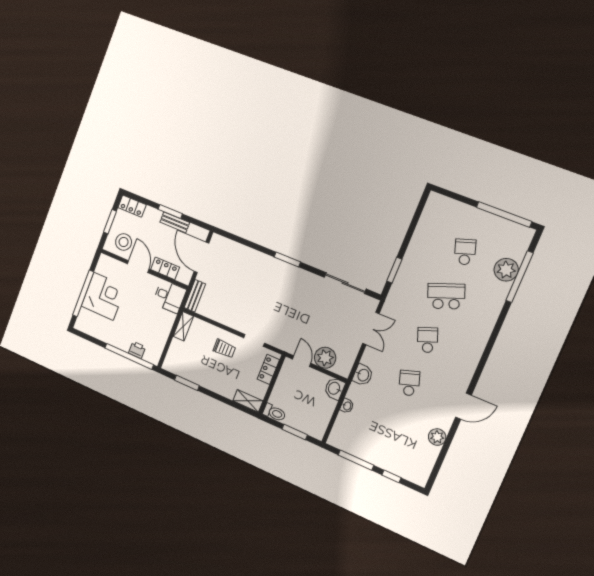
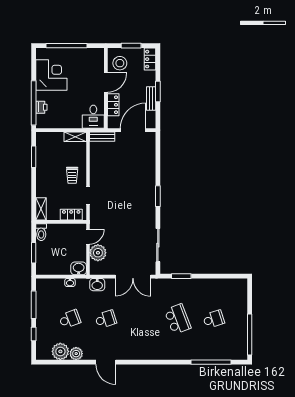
plant: (506, 270) -> (60, 351), moved
corner desk: (104, 296) -> (51, 75), moved, turned -90
double door: (371, 329) -> (133, 277), width x1.37
school desk: (428, 340) -> (70, 319), moved

